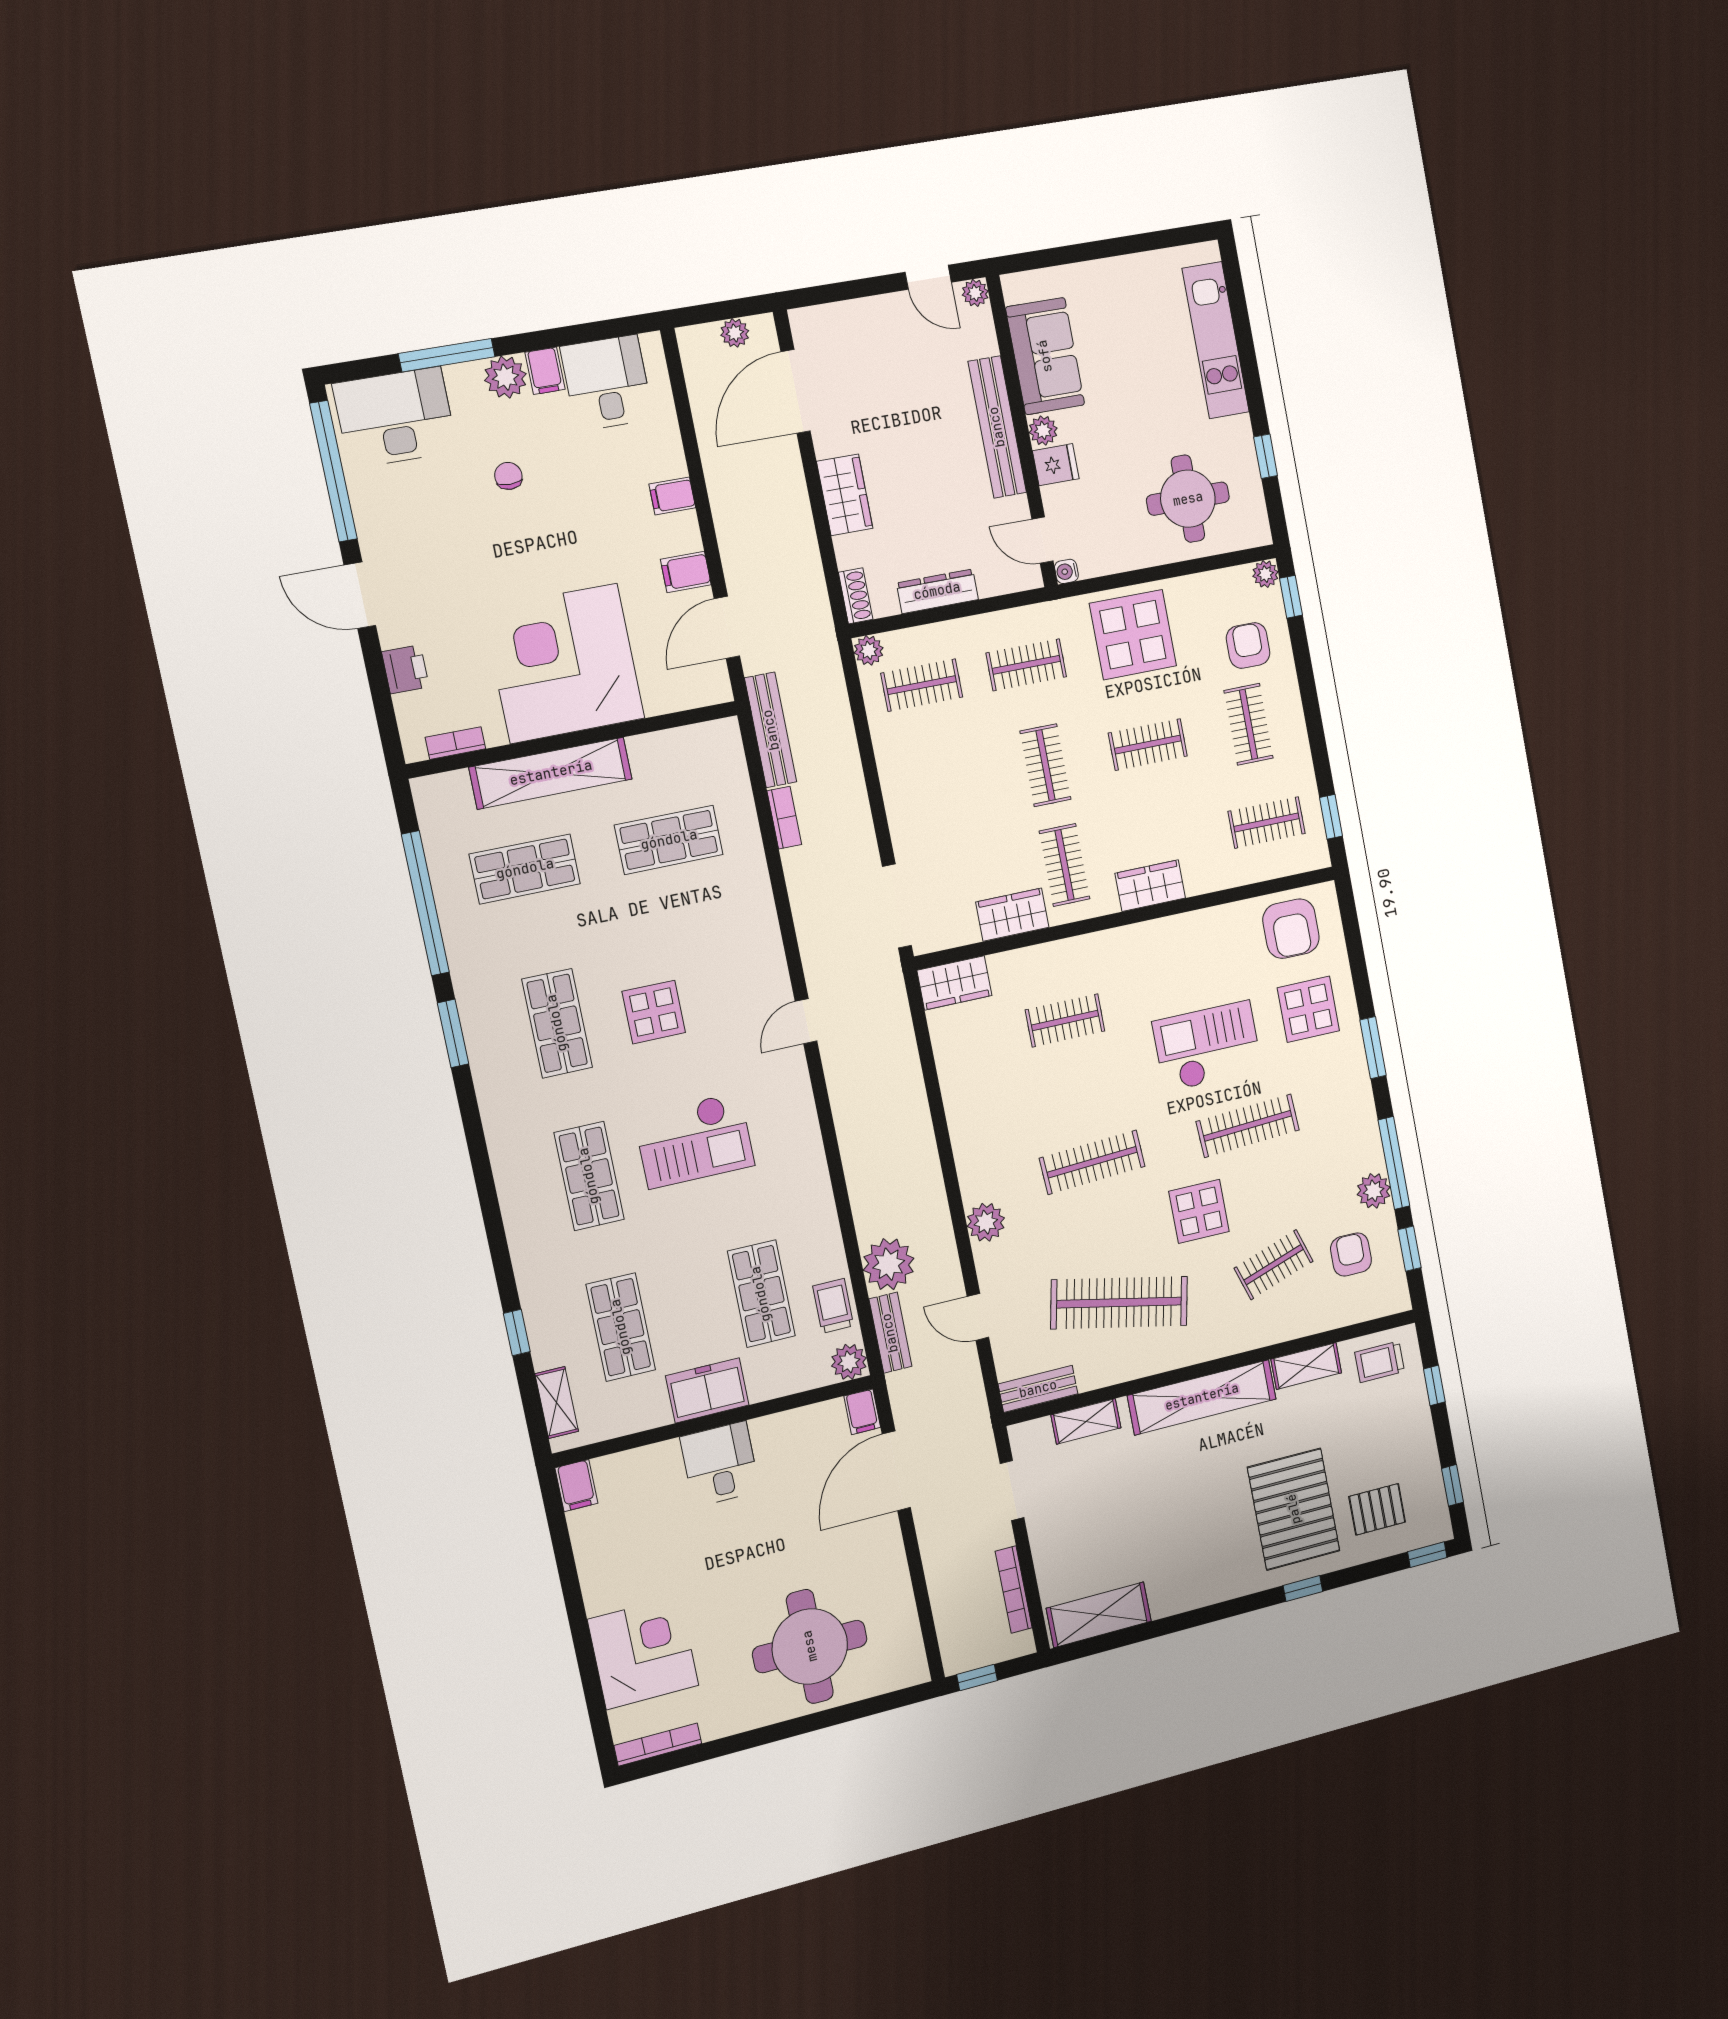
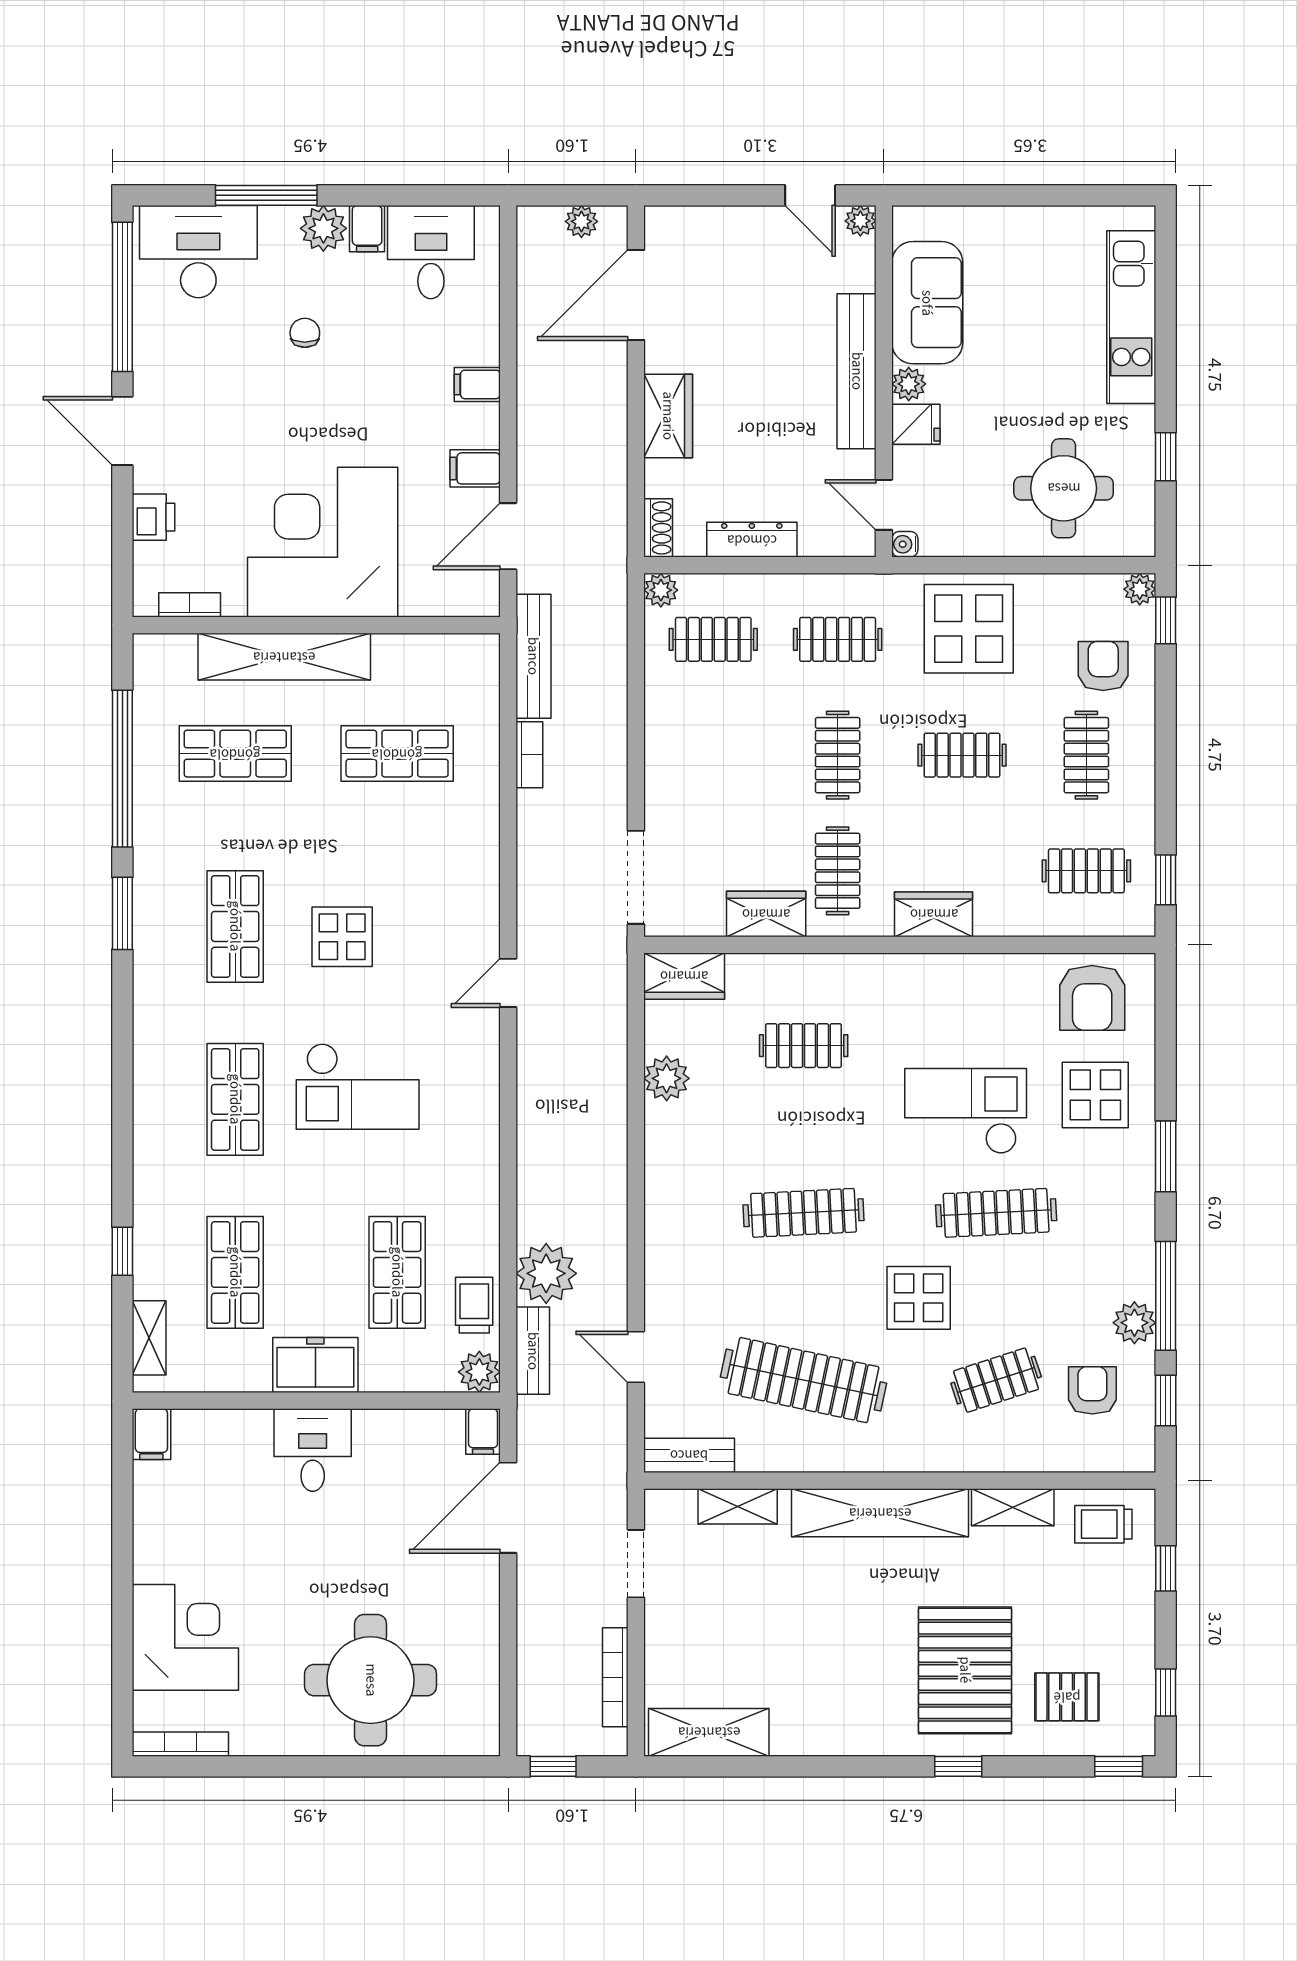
plant: (986, 1222) -> (667, 1078), moved

